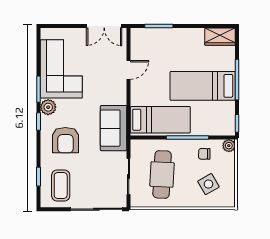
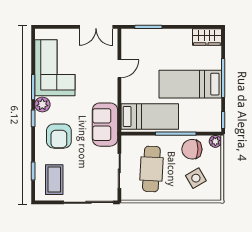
chair: (204, 154) -> (192, 149), width x1.87, depth x1.87

